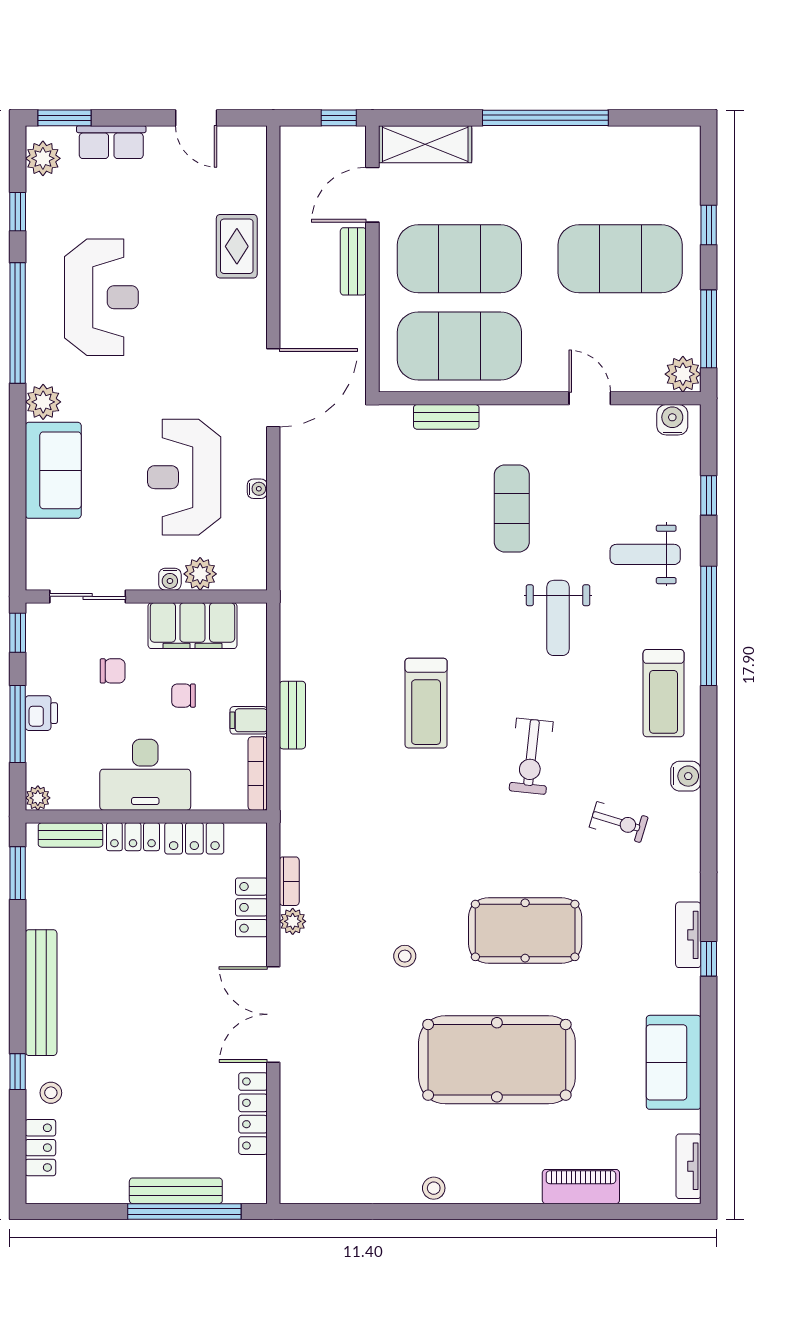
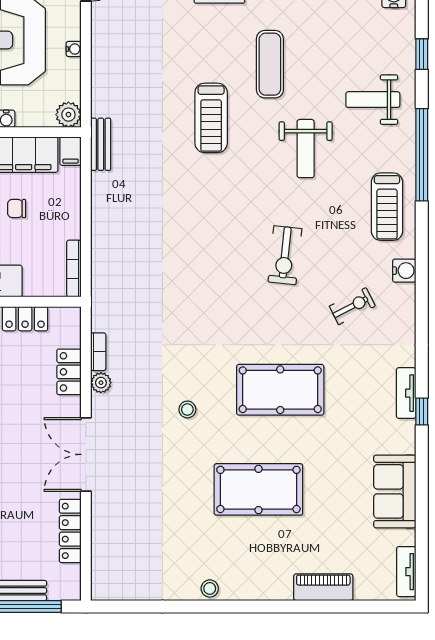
plant: (200, 574) -> (68, 115), moved
treadmill: (426, 703) -> (211, 118), moved
bench: (292, 715) -> (101, 144), moved
filing cabinet: (249, 720) -> (70, 151), moved, turned -90
exercise bike: (619, 822) -> (352, 306), turned -44
pool table: (497, 1060) -> (258, 489), width x0.73, depth x0.76

